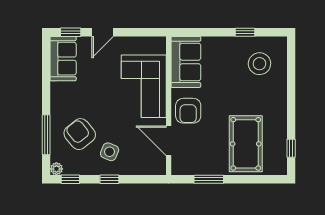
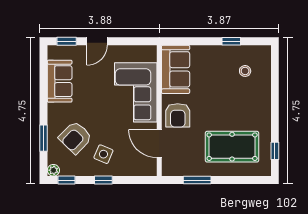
sofa: (63, 59) -> (60, 81), moved
stool: (259, 64) -> (245, 71), width x0.53, depth x0.53
armchair: (80, 134) -> (75, 137), turned -97
window: (46, 135) -> (44, 138), width x0.69
pool table: (246, 144) -> (232, 147), turned 90

